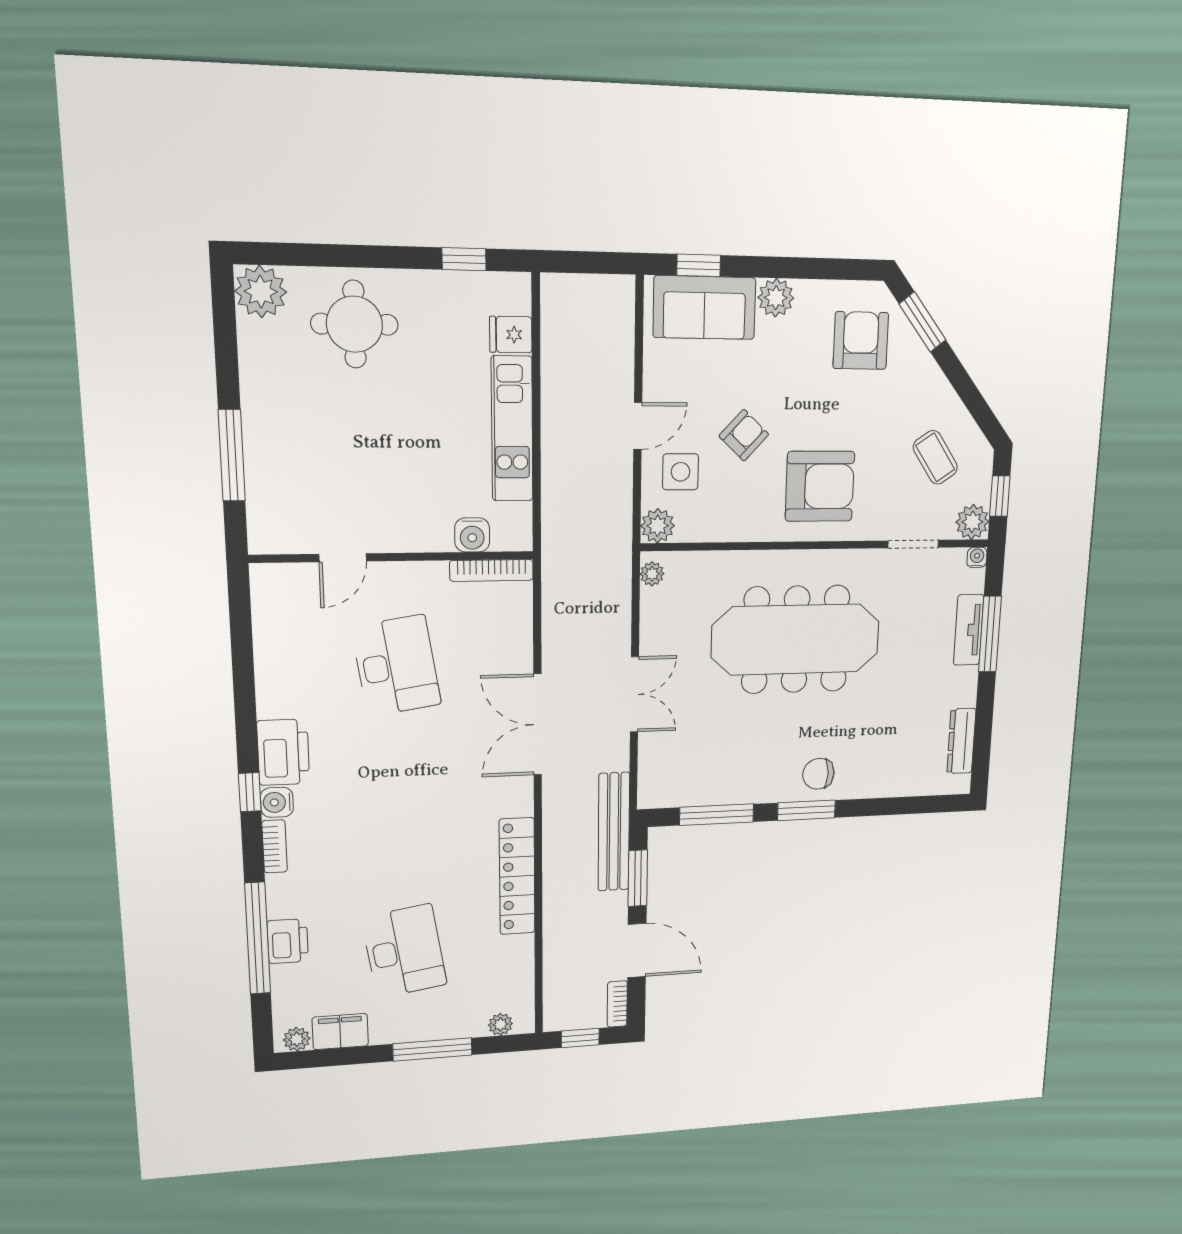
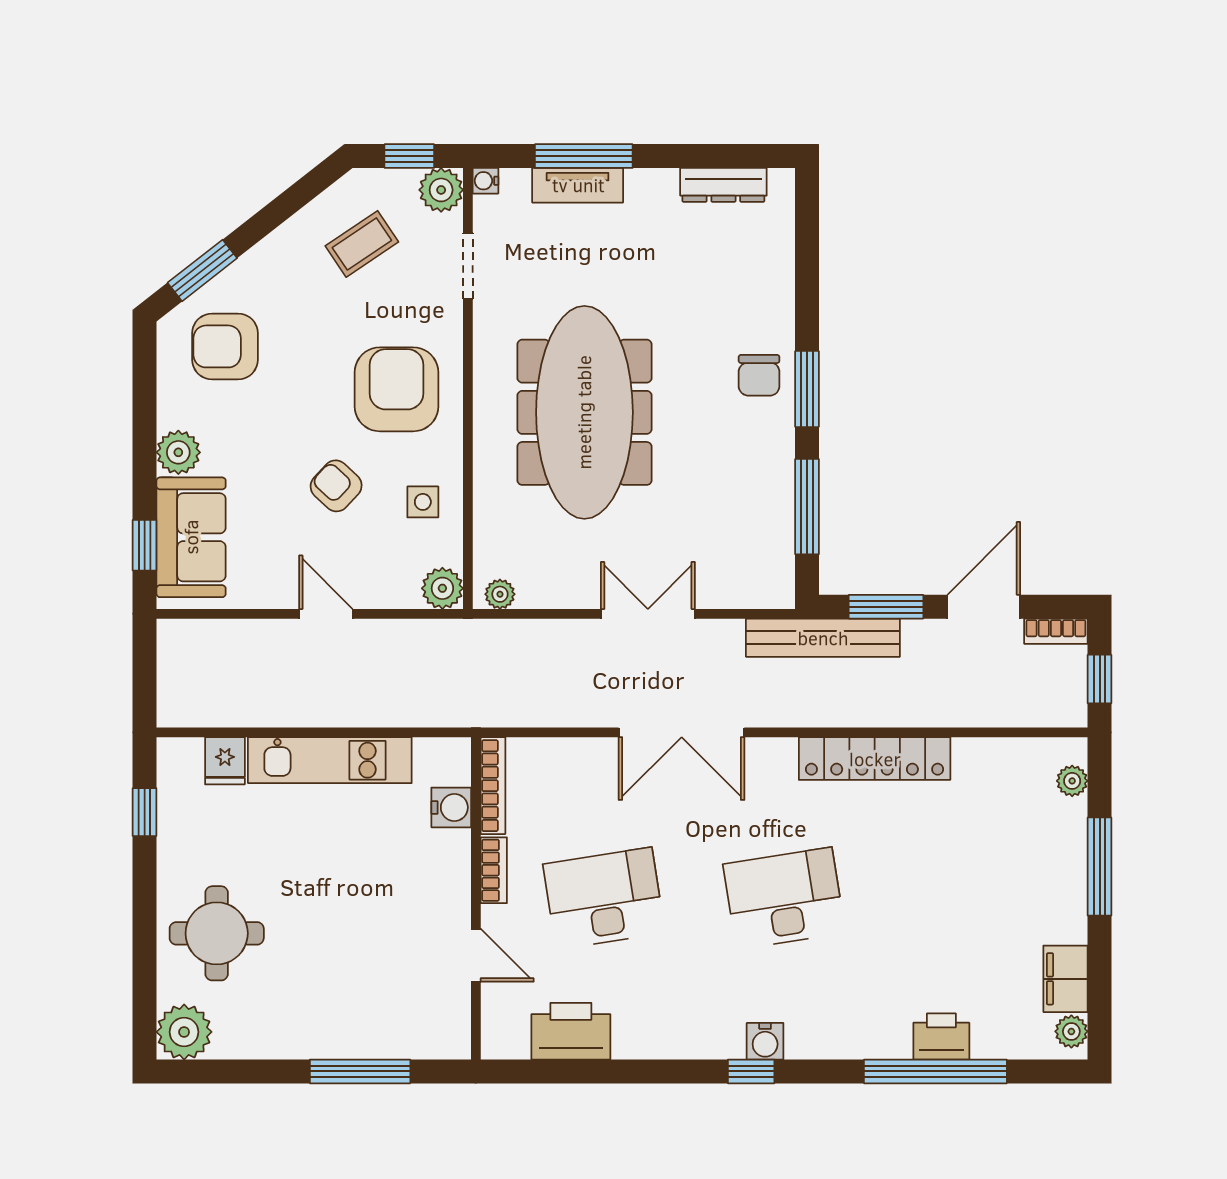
side table: (681, 472) -> (423, 502), moved, width x0.73, depth x0.73
printer: (283, 752) -> (571, 1031), moved
bookcase: (275, 846) -> (494, 870), moved, turned 90
desk: (404, 951) -> (784, 898), moved

